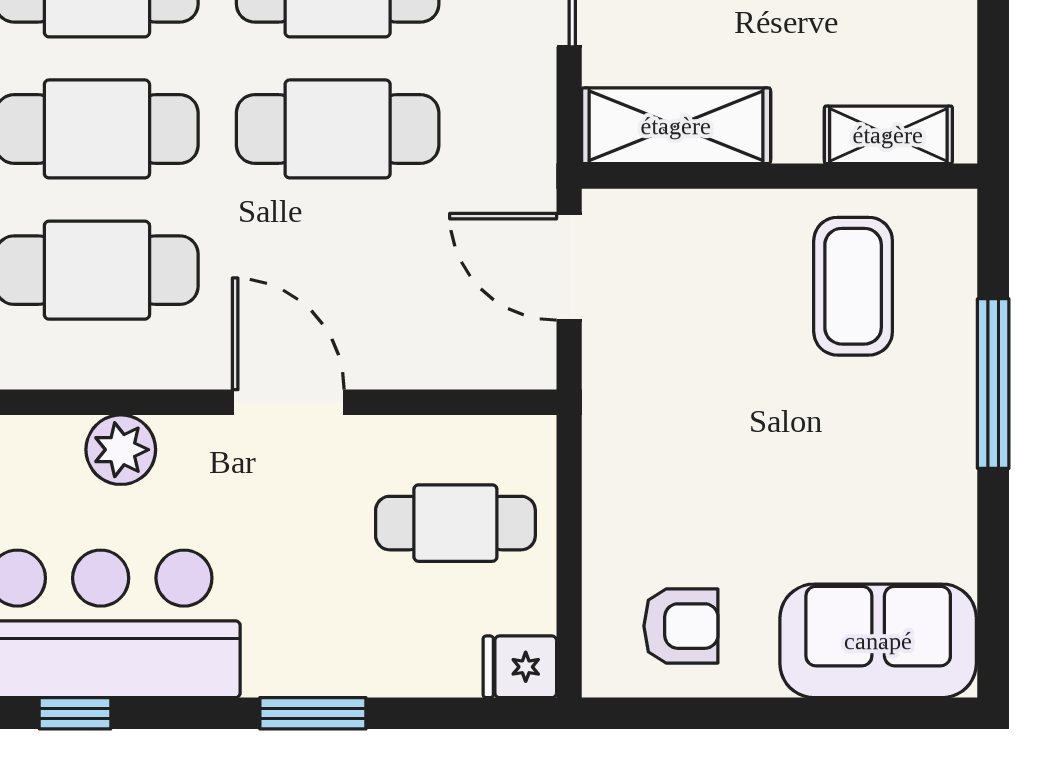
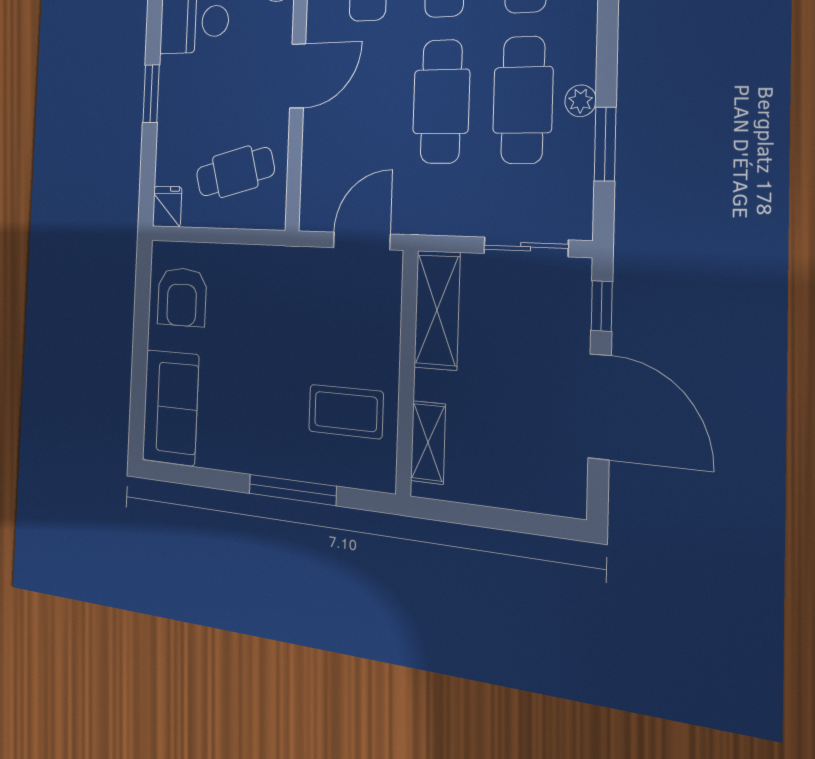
cafe table: (455, 523) -> (235, 172), turned 75
armchair: (681, 626) -> (182, 297), width x1.38, depth x1.38

